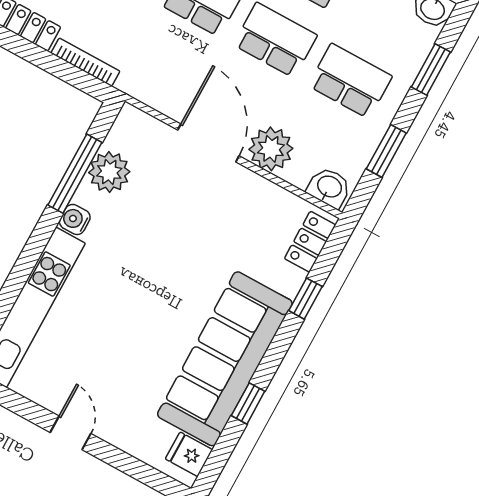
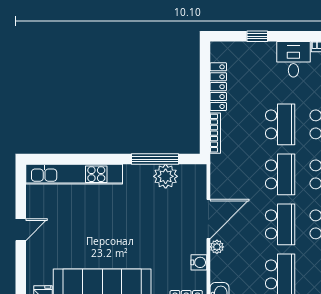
plant: (271, 149) -> (217, 247), width x0.53, depth x0.53
water cooler: (75, 219) -> (199, 262), moved, turned 90

